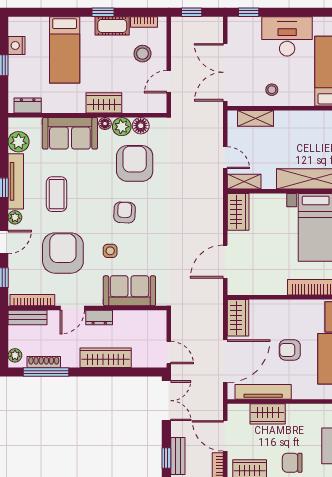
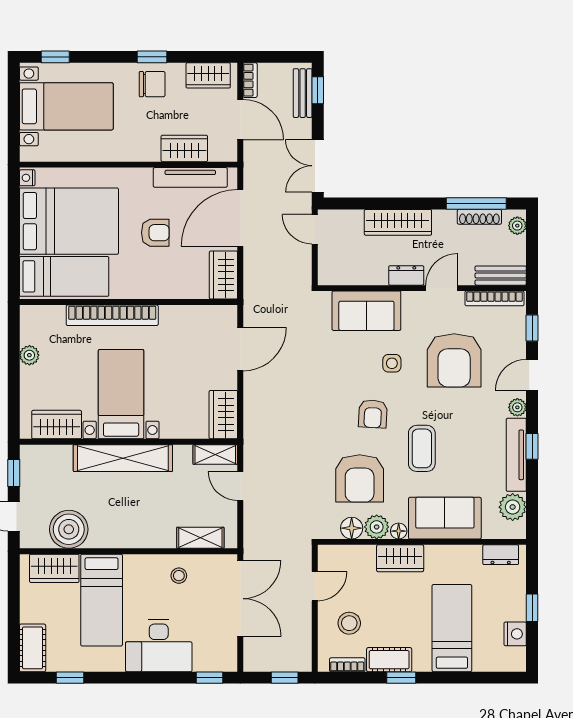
coffee table: (57, 194) -> (422, 448), moved

